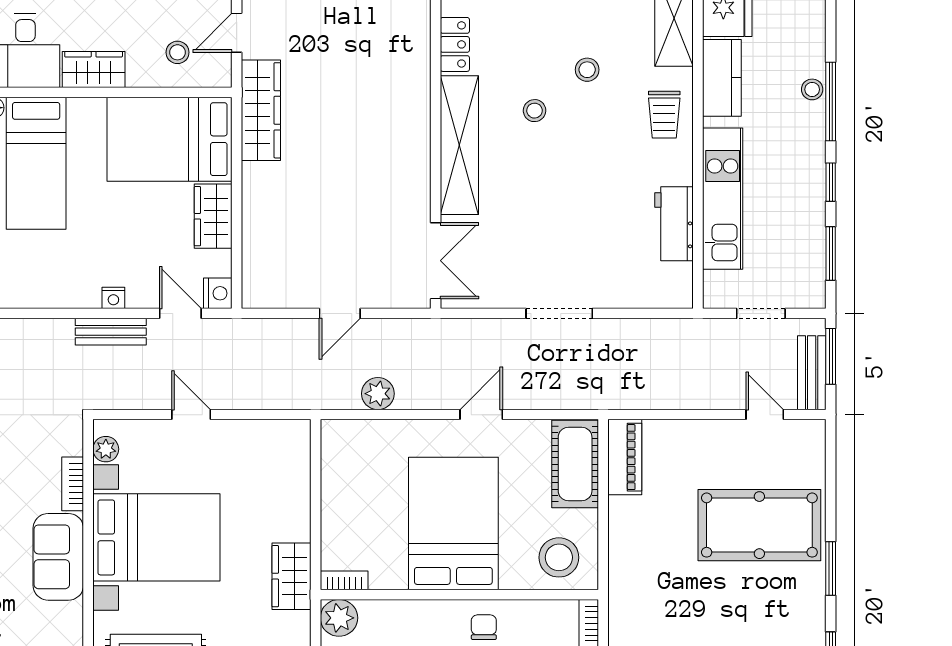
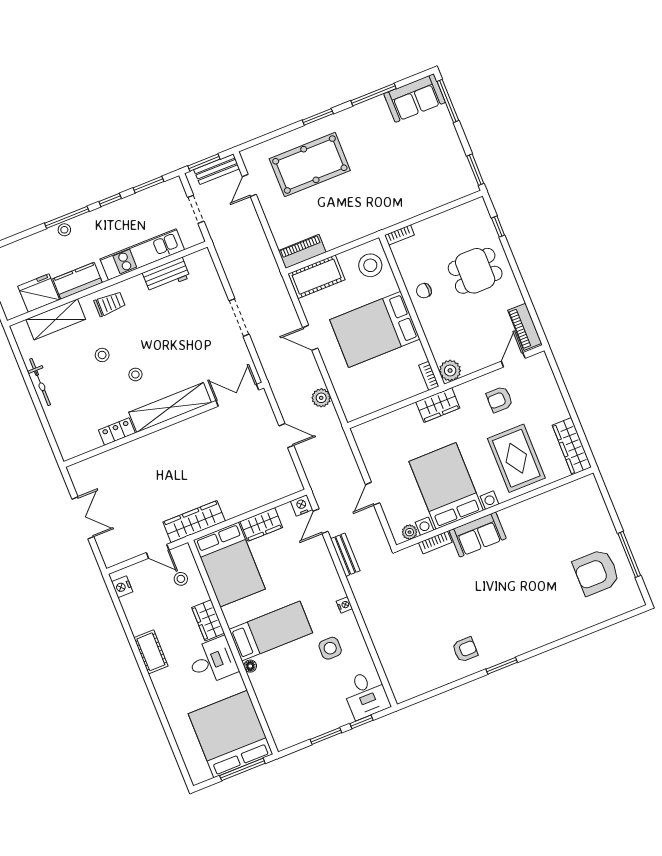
nightstand: (113, 298) -> (344, 605), moved
pool table: (759, 525) -> (310, 165), turned 90

